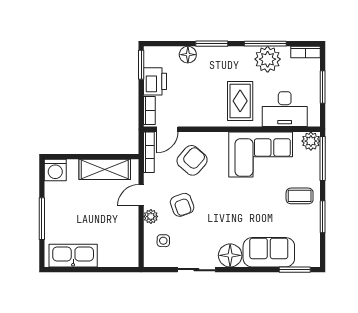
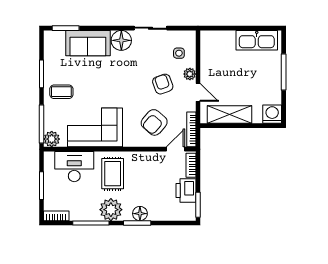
floor lamp: (188, 55) -> (140, 214), moved
plant: (268, 59) -> (111, 210), moved
door: (141, 195) -> (198, 92), hinge flipped

